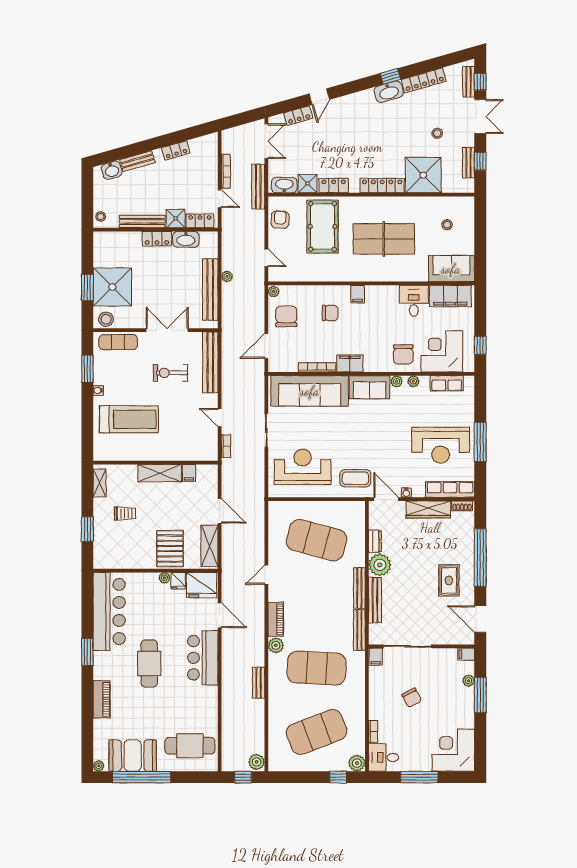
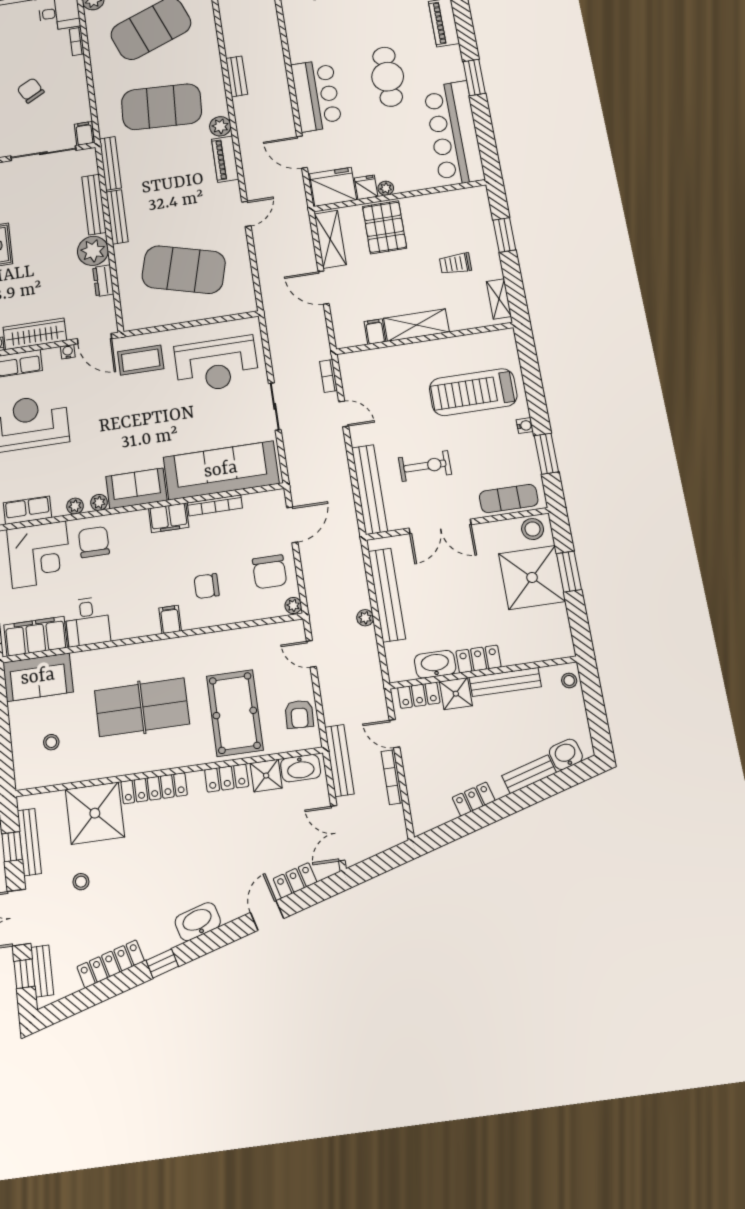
washbasin: (389, 92) -> (198, 922), moved
bench: (469, 163) -> (29, 842), width x1.36

